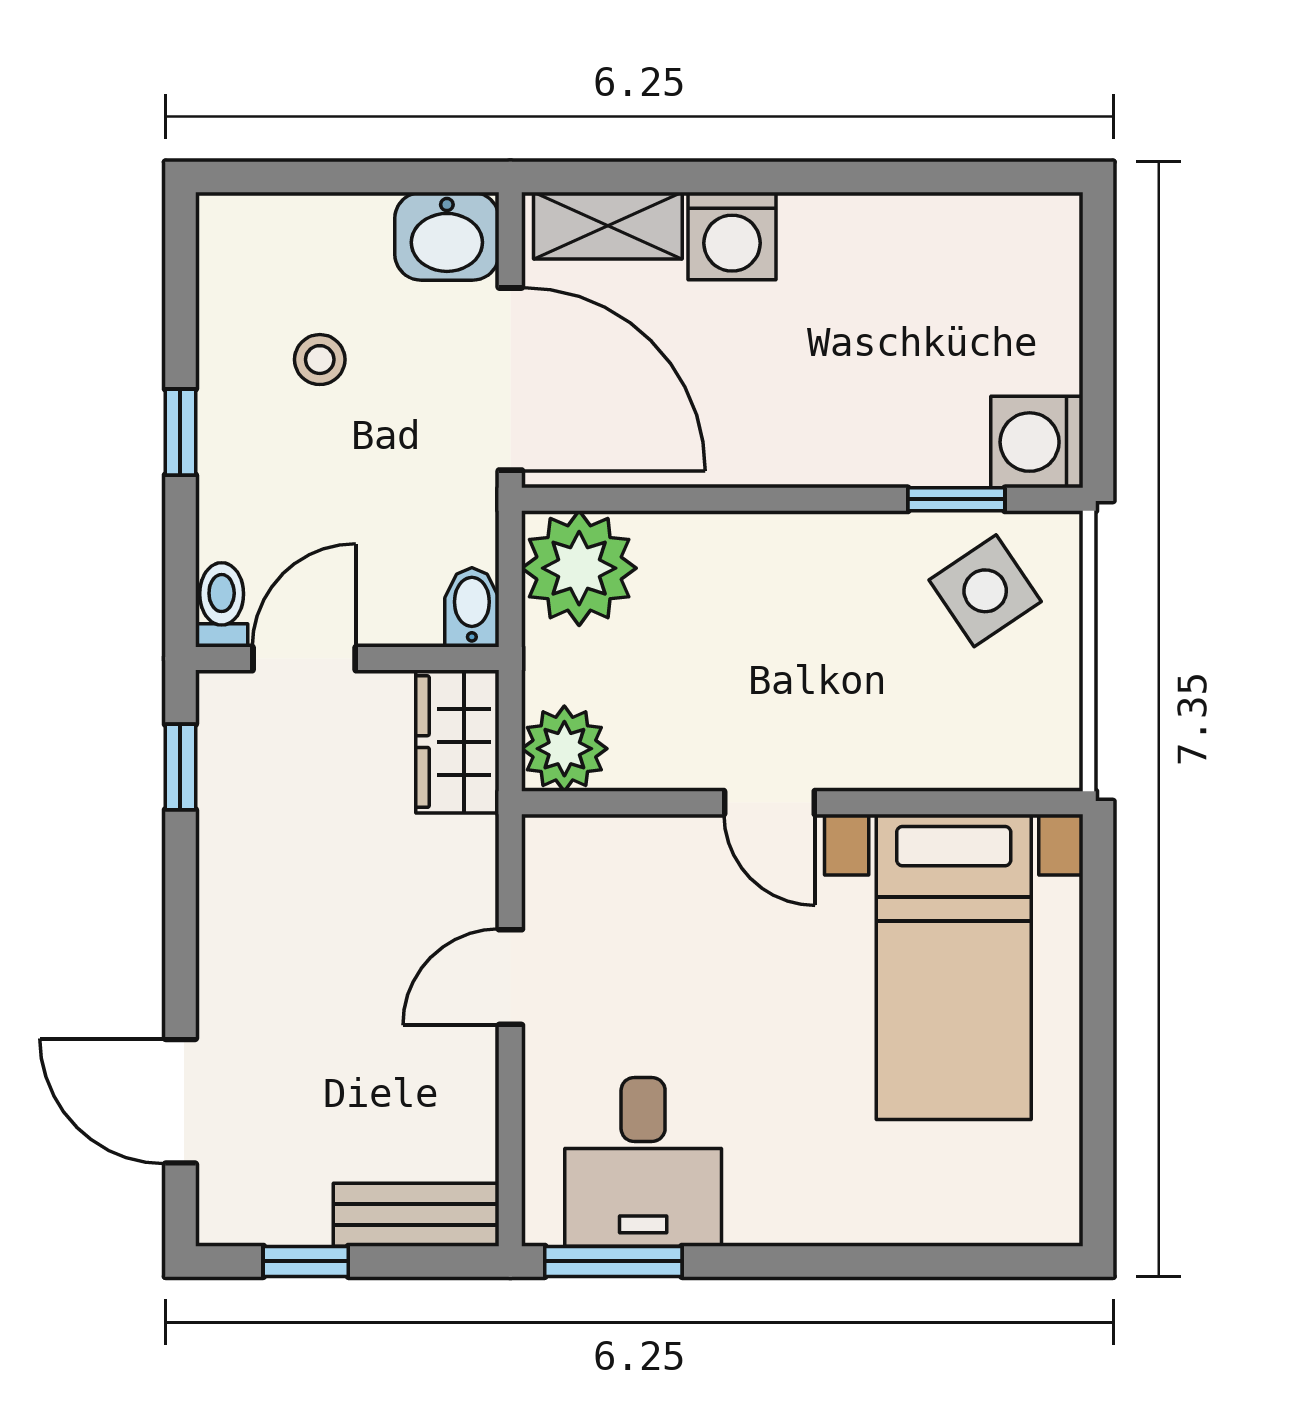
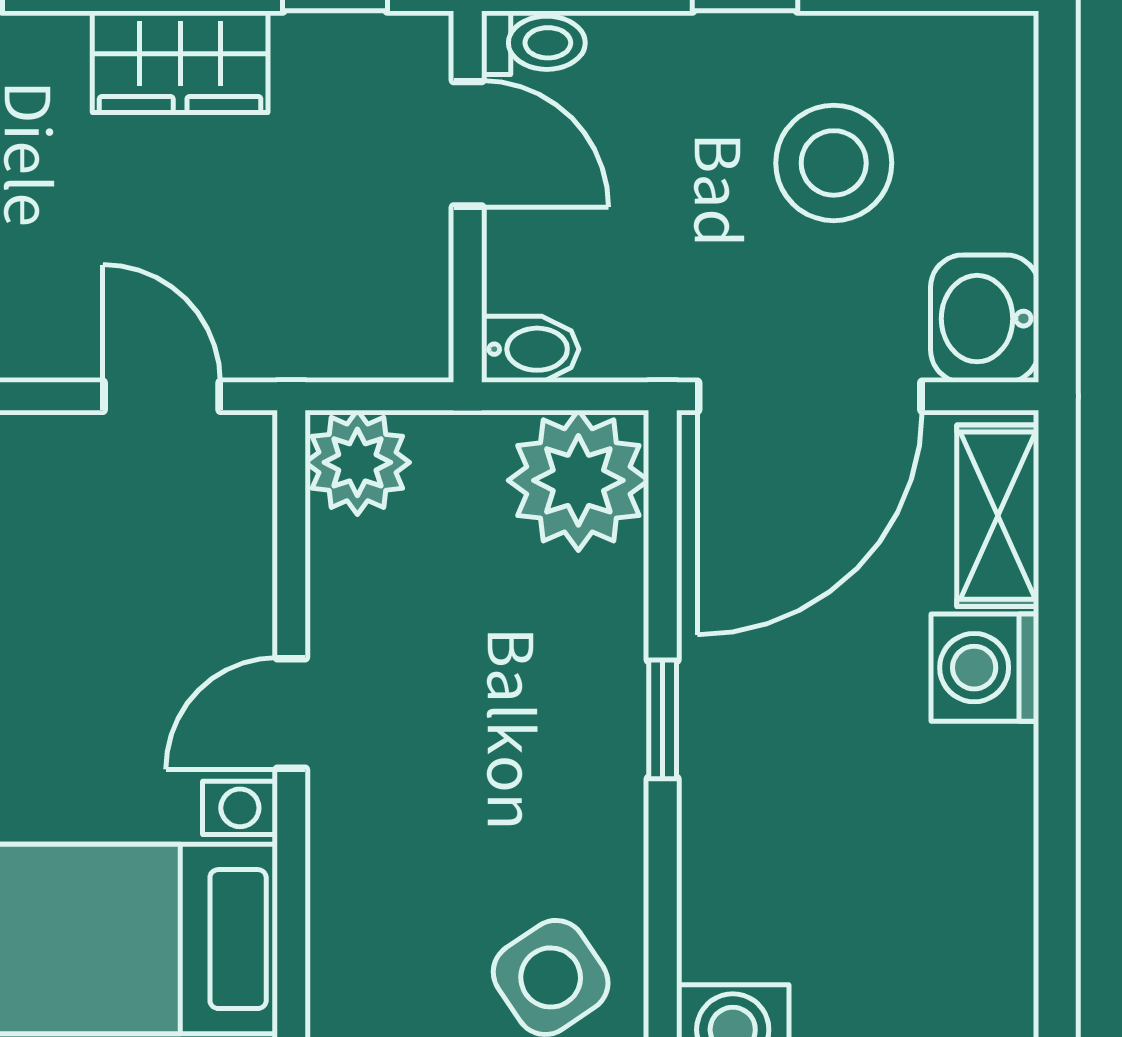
stool: (320, 360) -> (834, 163), width x1.89, depth x1.89
window: (956, 499) -> (663, 719), moved
wardrobe: (457, 742) -> (180, 62), moved, turned 180
door: (510, 977) -> (162, 396), moved

